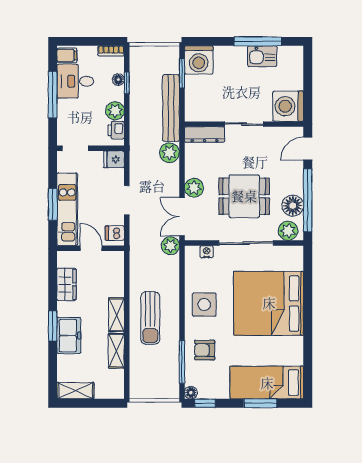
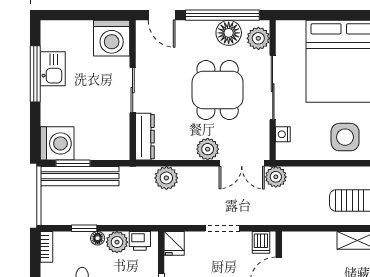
floor lamp: (118, 80) -> (98, 238), moved
bench: (171, 108) -> (80, 176), moved

